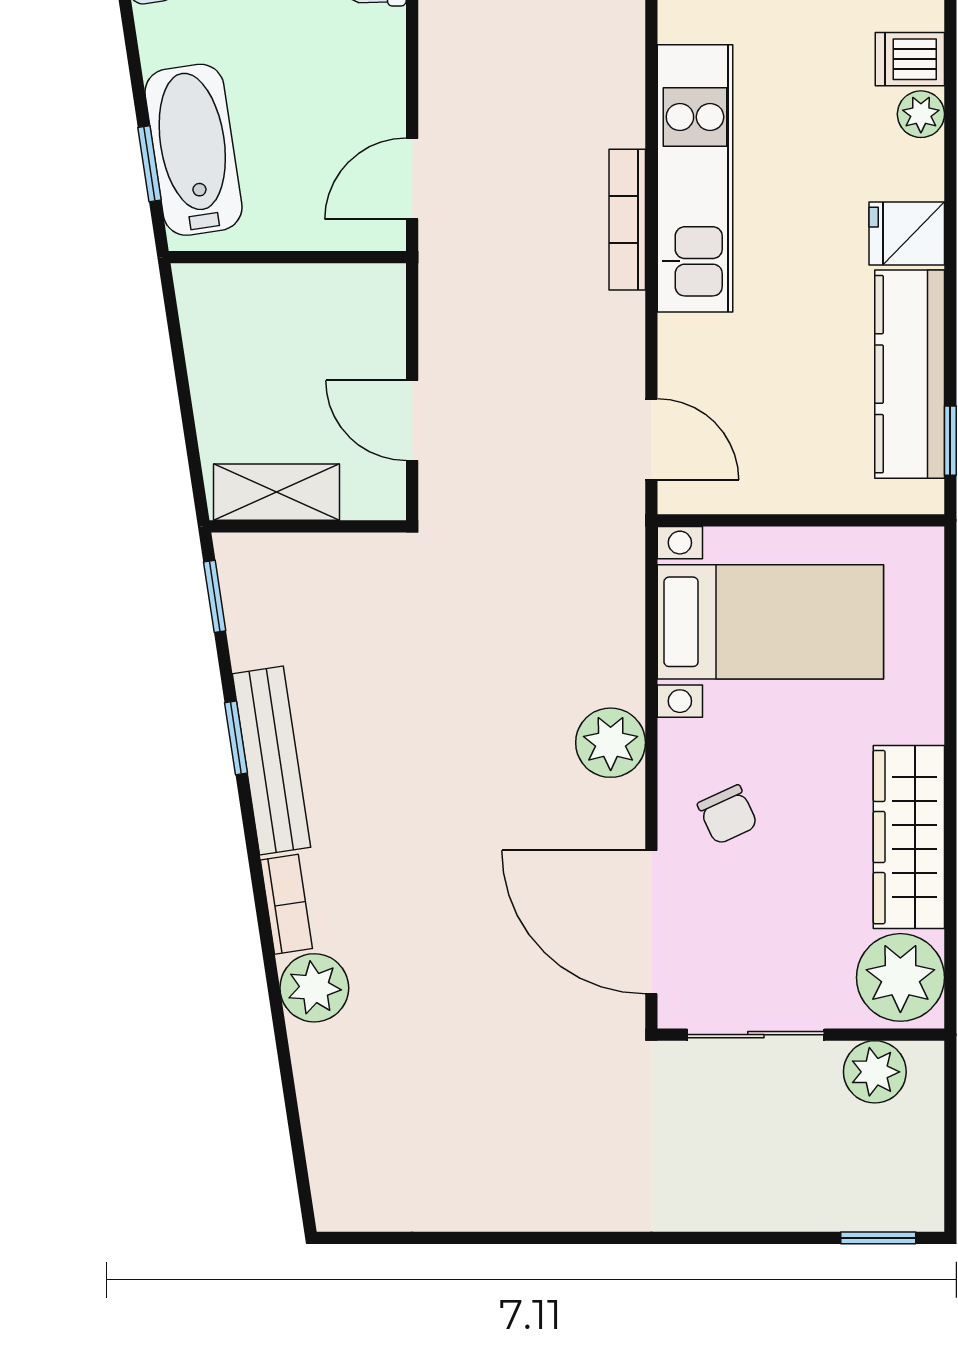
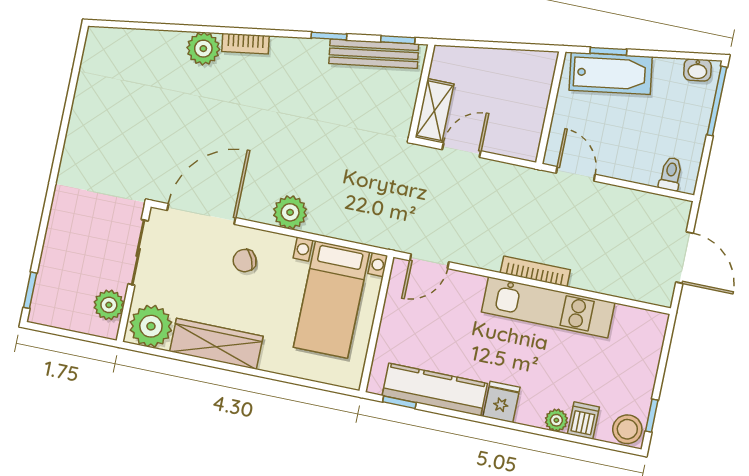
shelving: (277, 492) -> (434, 111), moved
bench: (271, 760) -> (374, 54), moved

